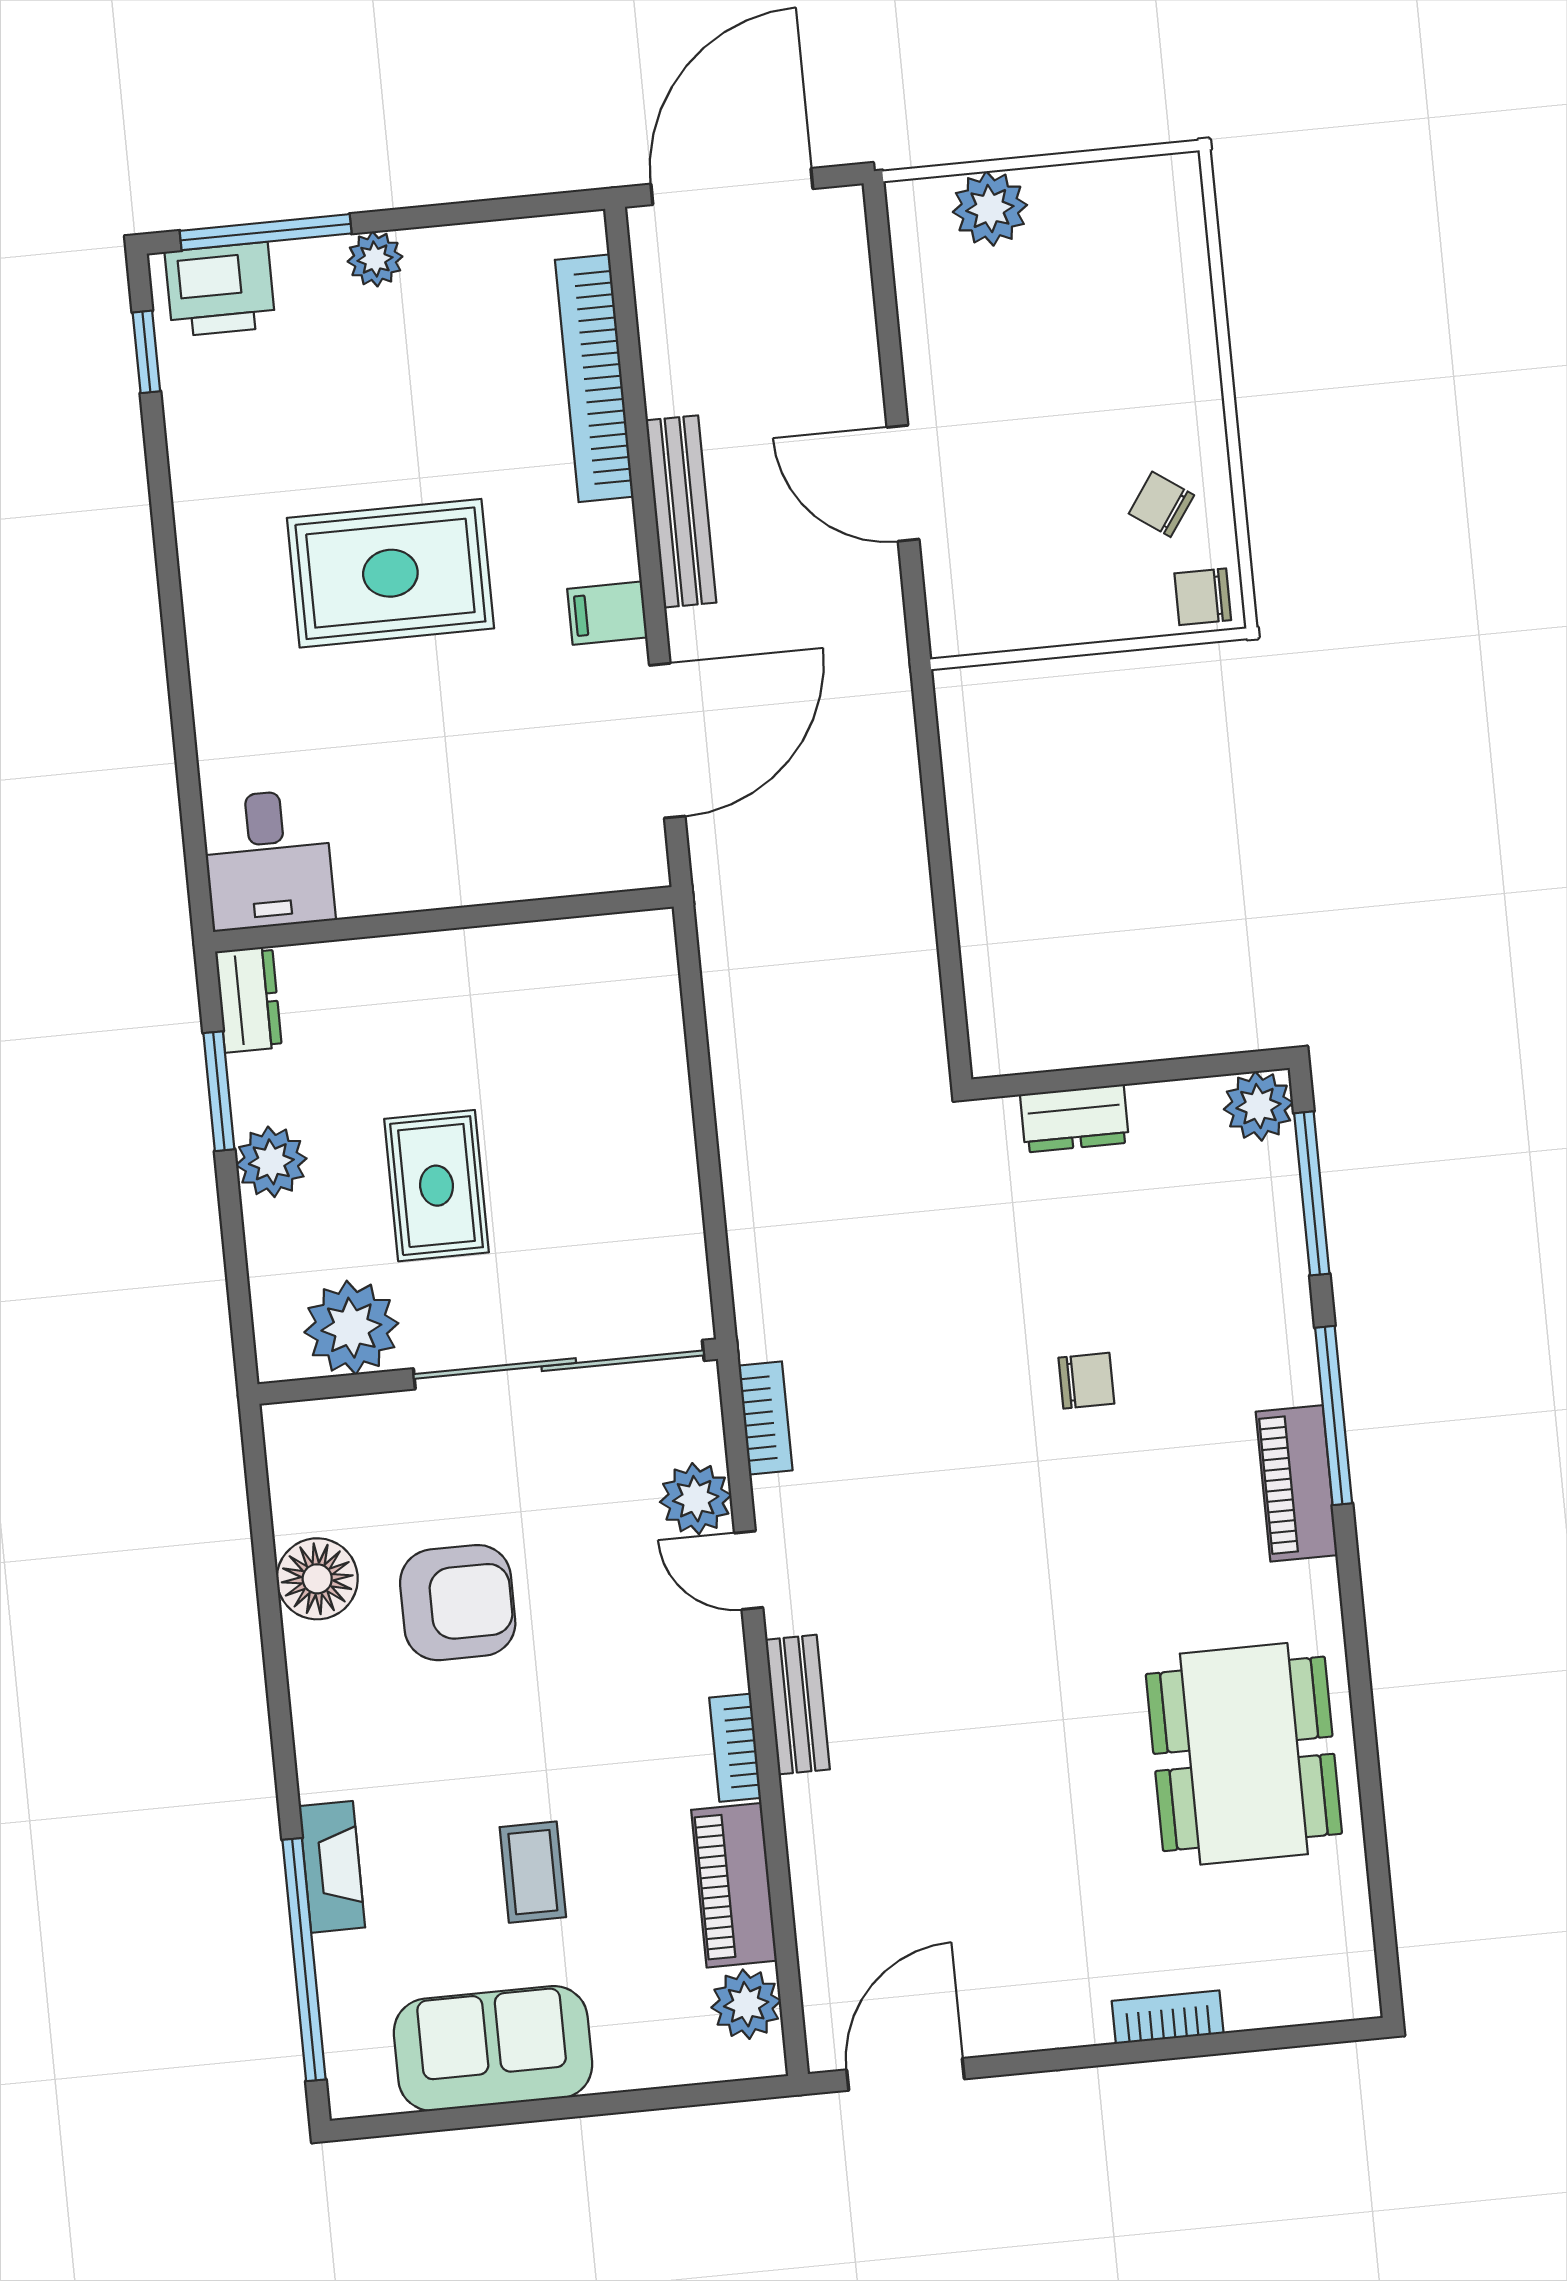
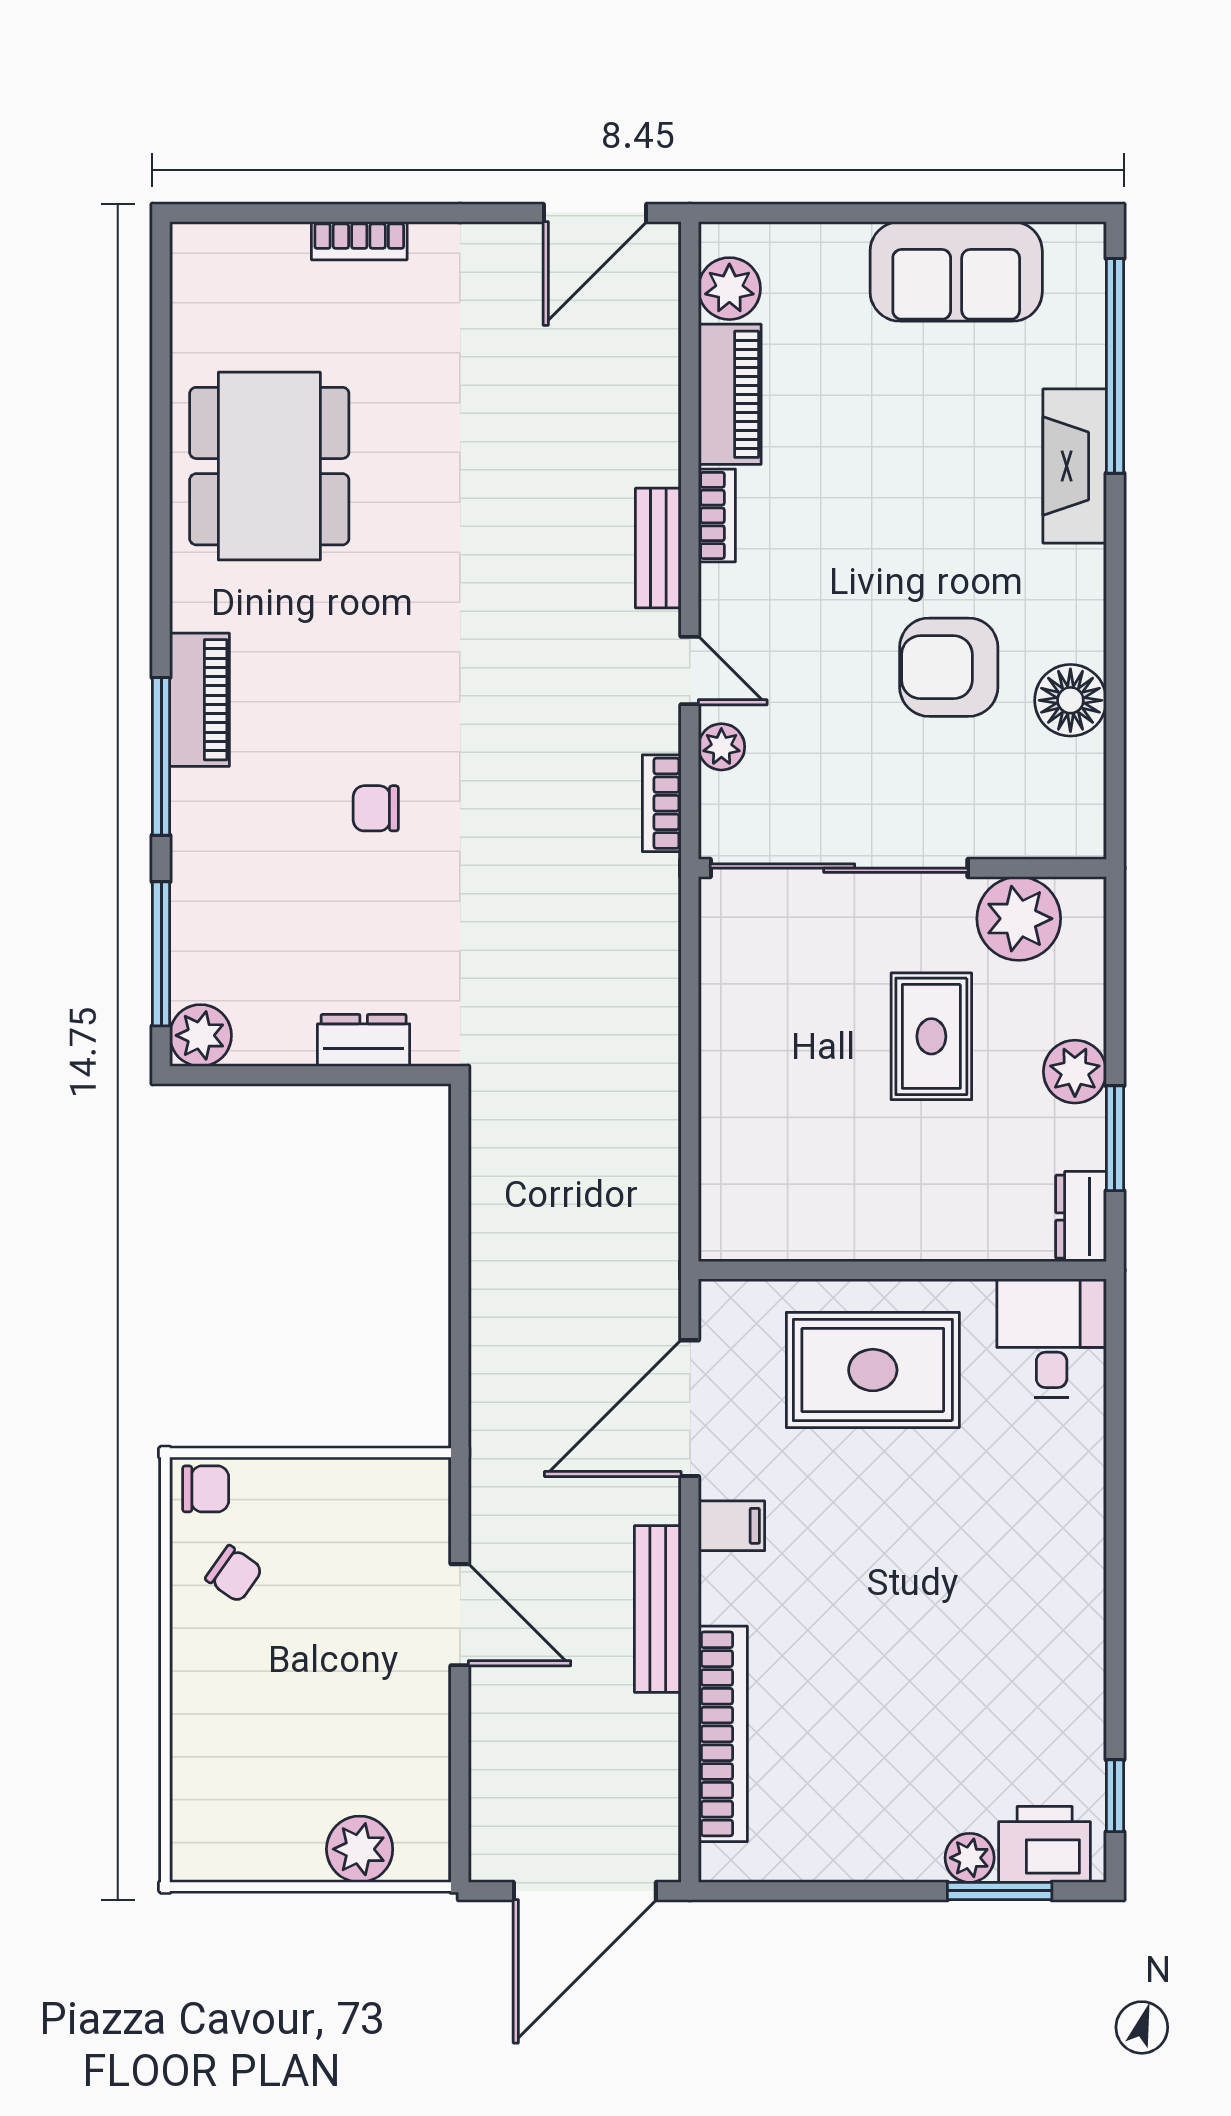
window: (266, 232) -> (1000, 1891), width x0.69
plant: (375, 259) -> (970, 1858), moved
rug: (390, 573) -> (873, 1370), moved
plant: (696, 1499) -> (721, 747), width x0.73, depth x0.73
fireplace: (332, 1867) -> (1075, 466), width x1.37, depth x1.32
coffee table: (533, 1872) -> (906, 423), removed

